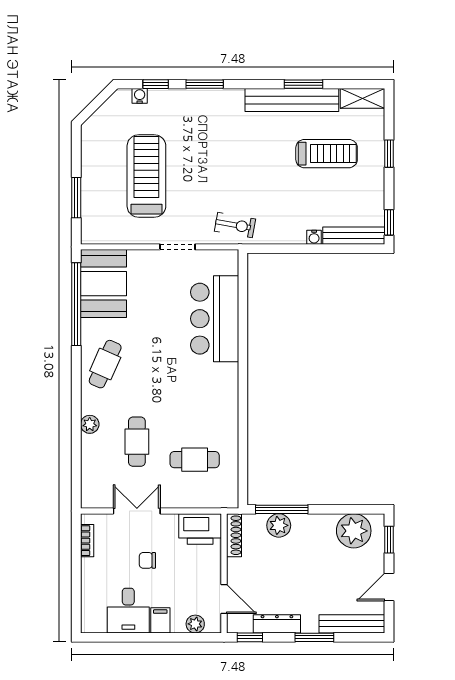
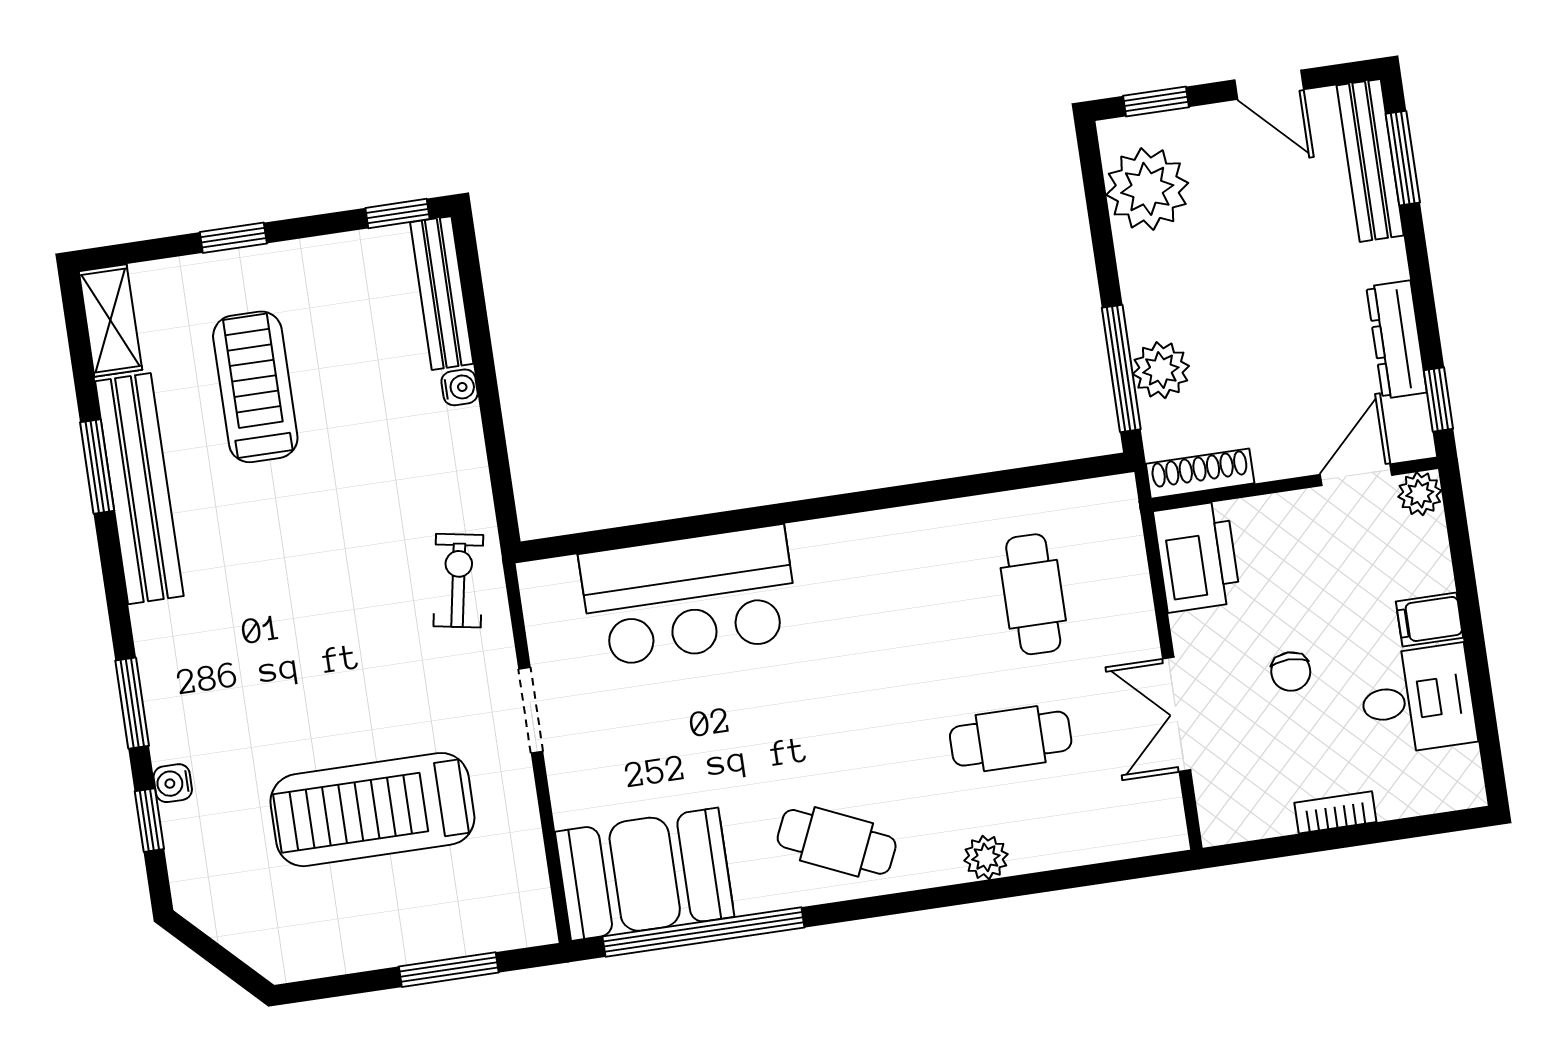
water cooler: (140, 96) -> (173, 783), moved
bookcase: (87, 541) -> (1335, 812), moved
plant: (195, 624) -> (1420, 494), moved
window: (314, 637) -> (1403, 158), moved

